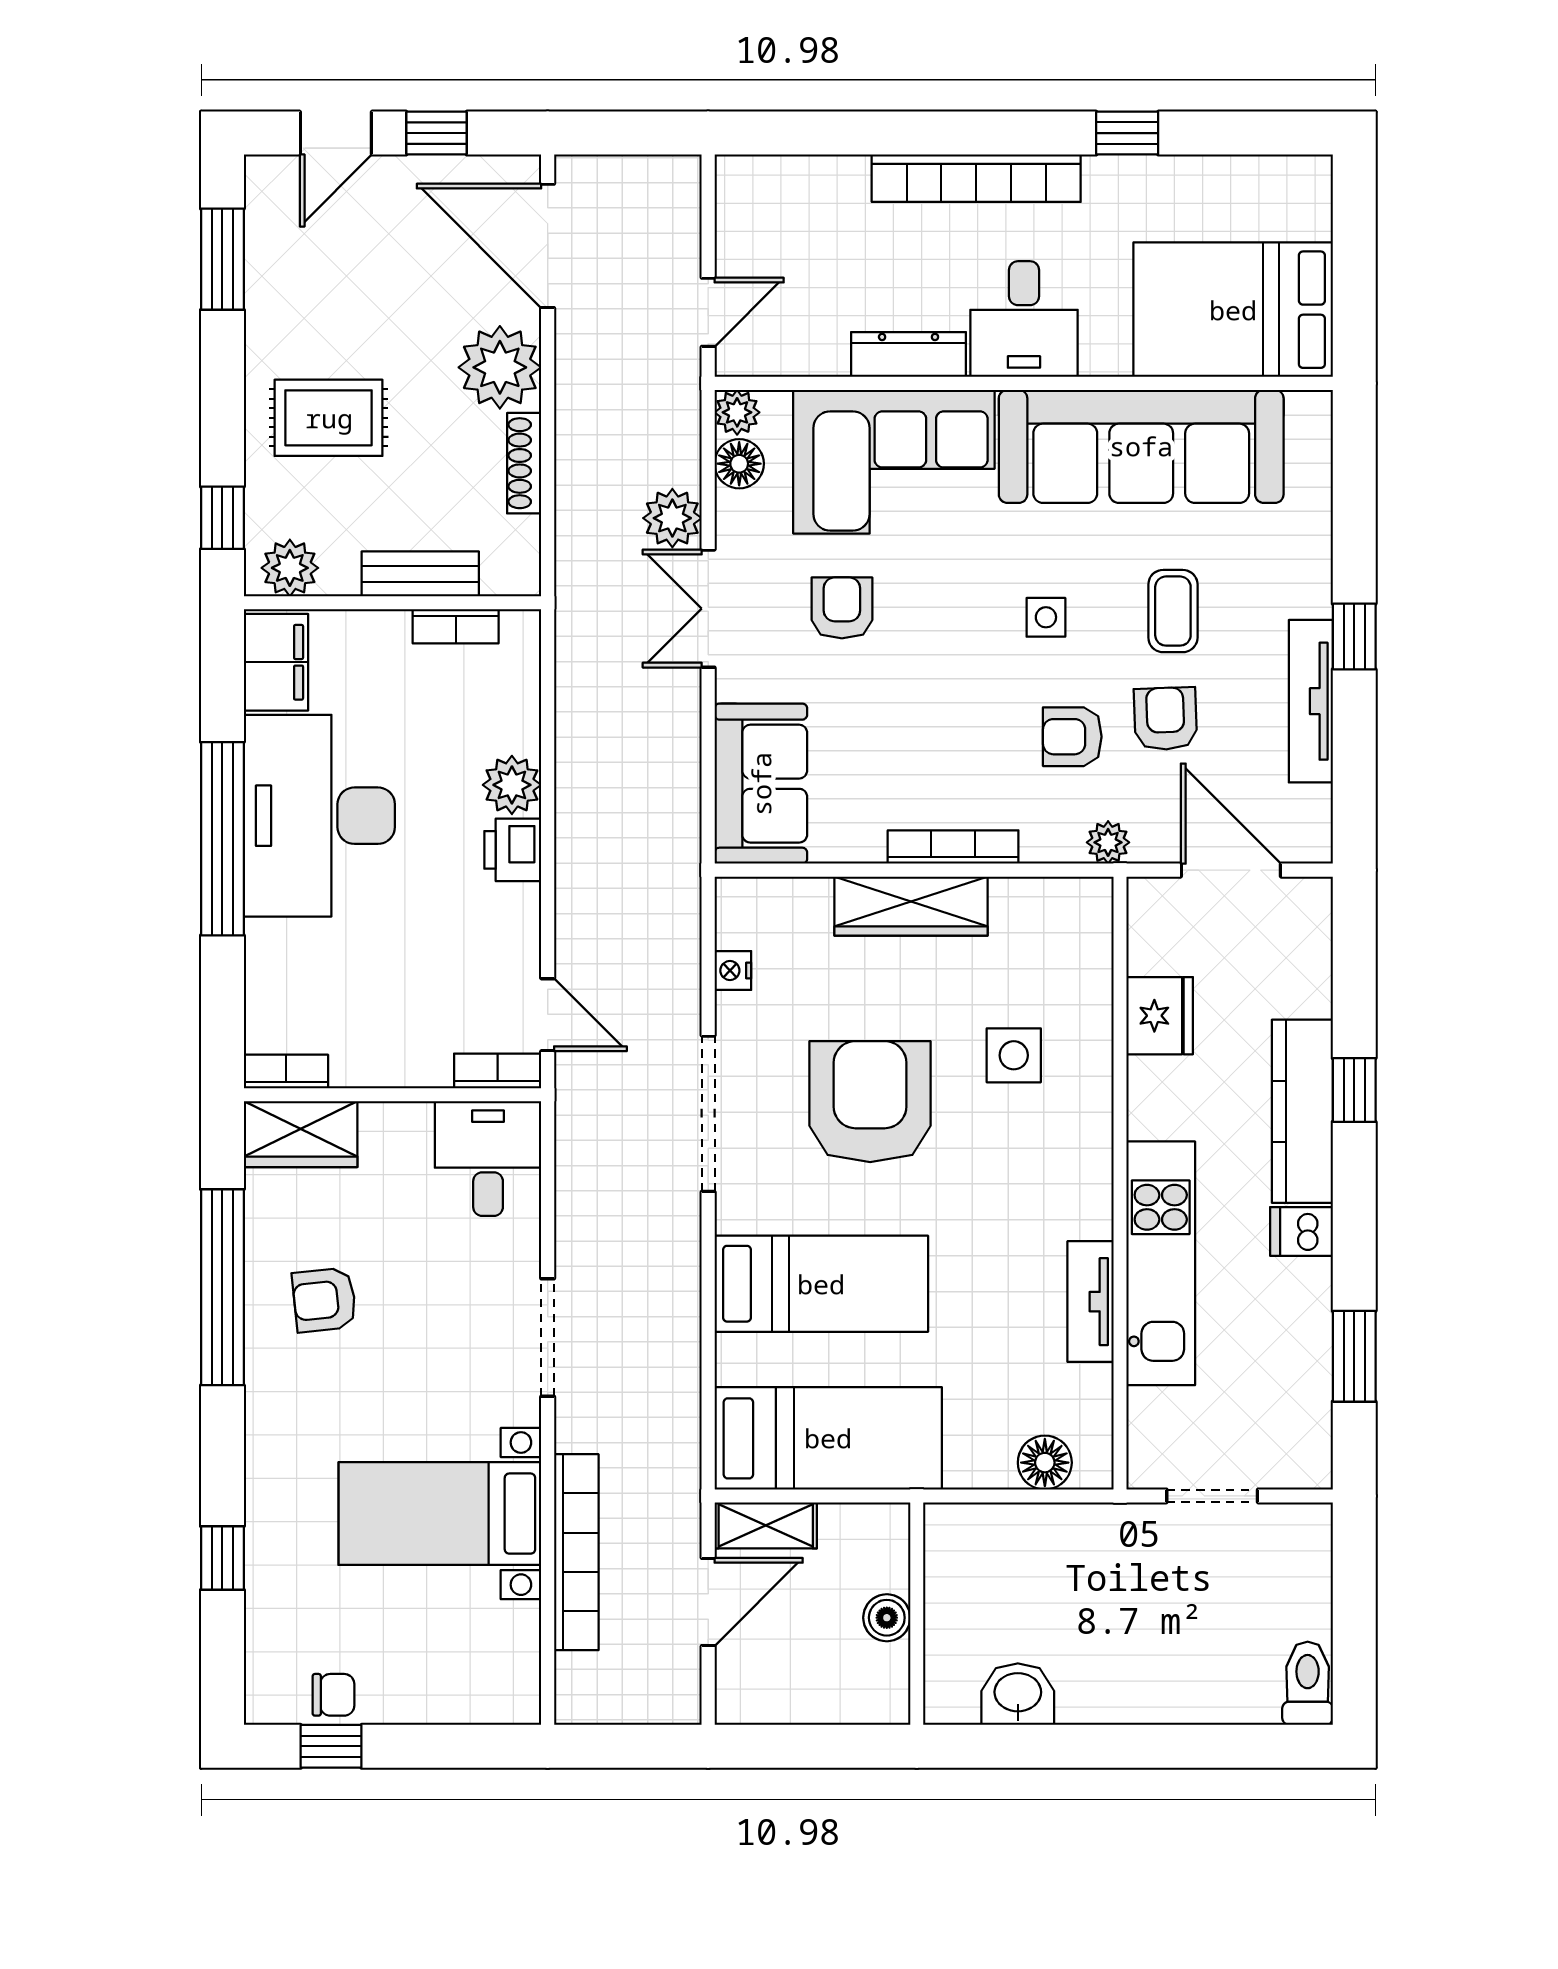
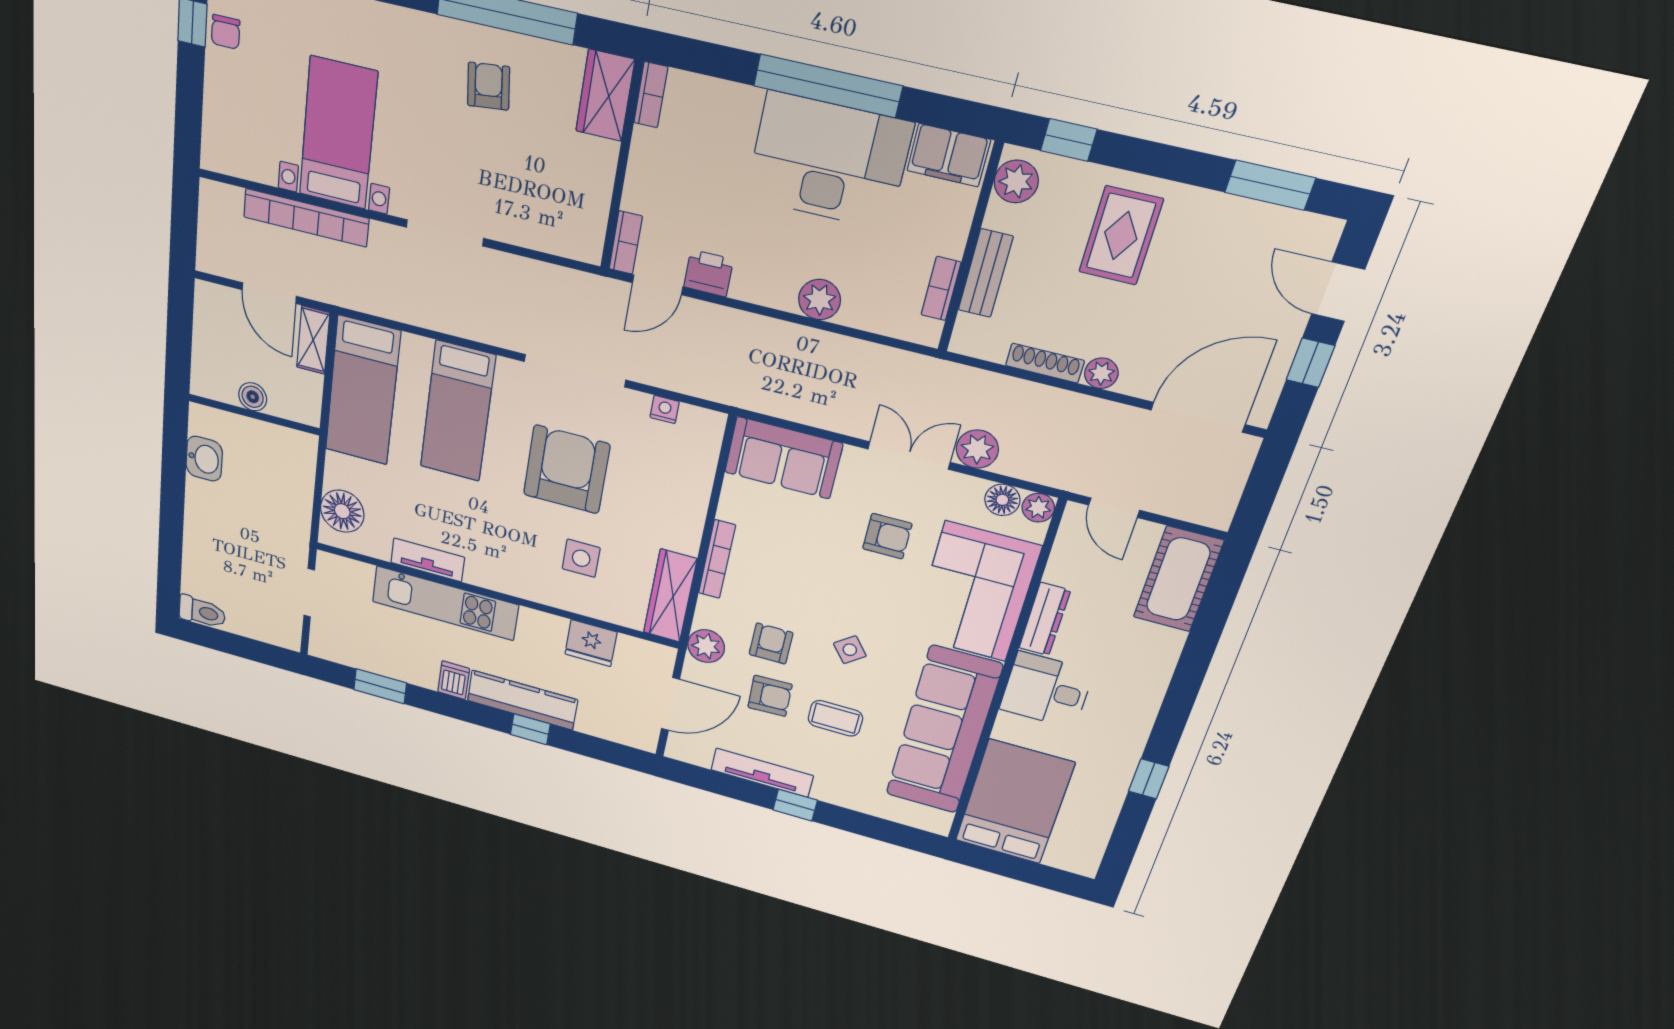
bookcase: (976, 178) -> (1150, 689), removed
cot: (791, 195) -> (1178, 579), added
plant: (500, 367) -> (1101, 373), width x0.53, depth x0.53
side table: (1046, 617) -> (850, 650), turned -38
plant: (1108, 842) -> (706, 646), width x1.38, depth x1.38
printer: (513, 850) -> (708, 273), moved
wardrobe: (911, 906) -> (670, 596), moved
armchair: (870, 1102) -> (566, 469), turned -90
desk: (488, 1159) -> (568, 222), removed
floor lamp: (1045, 1463) -> (342, 511), width x1.38, depth x1.38

